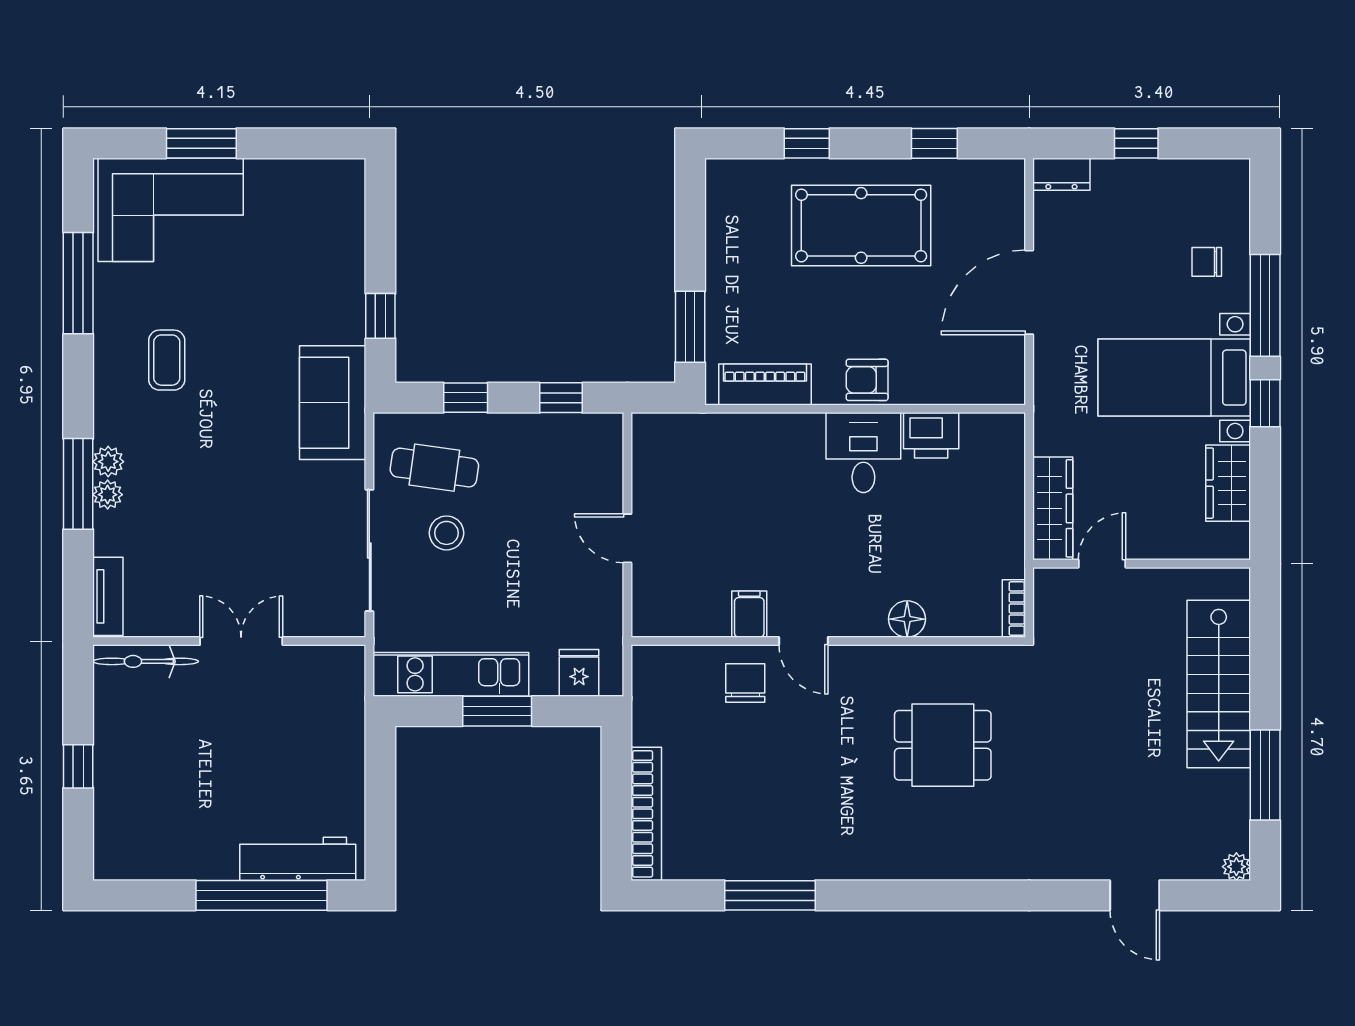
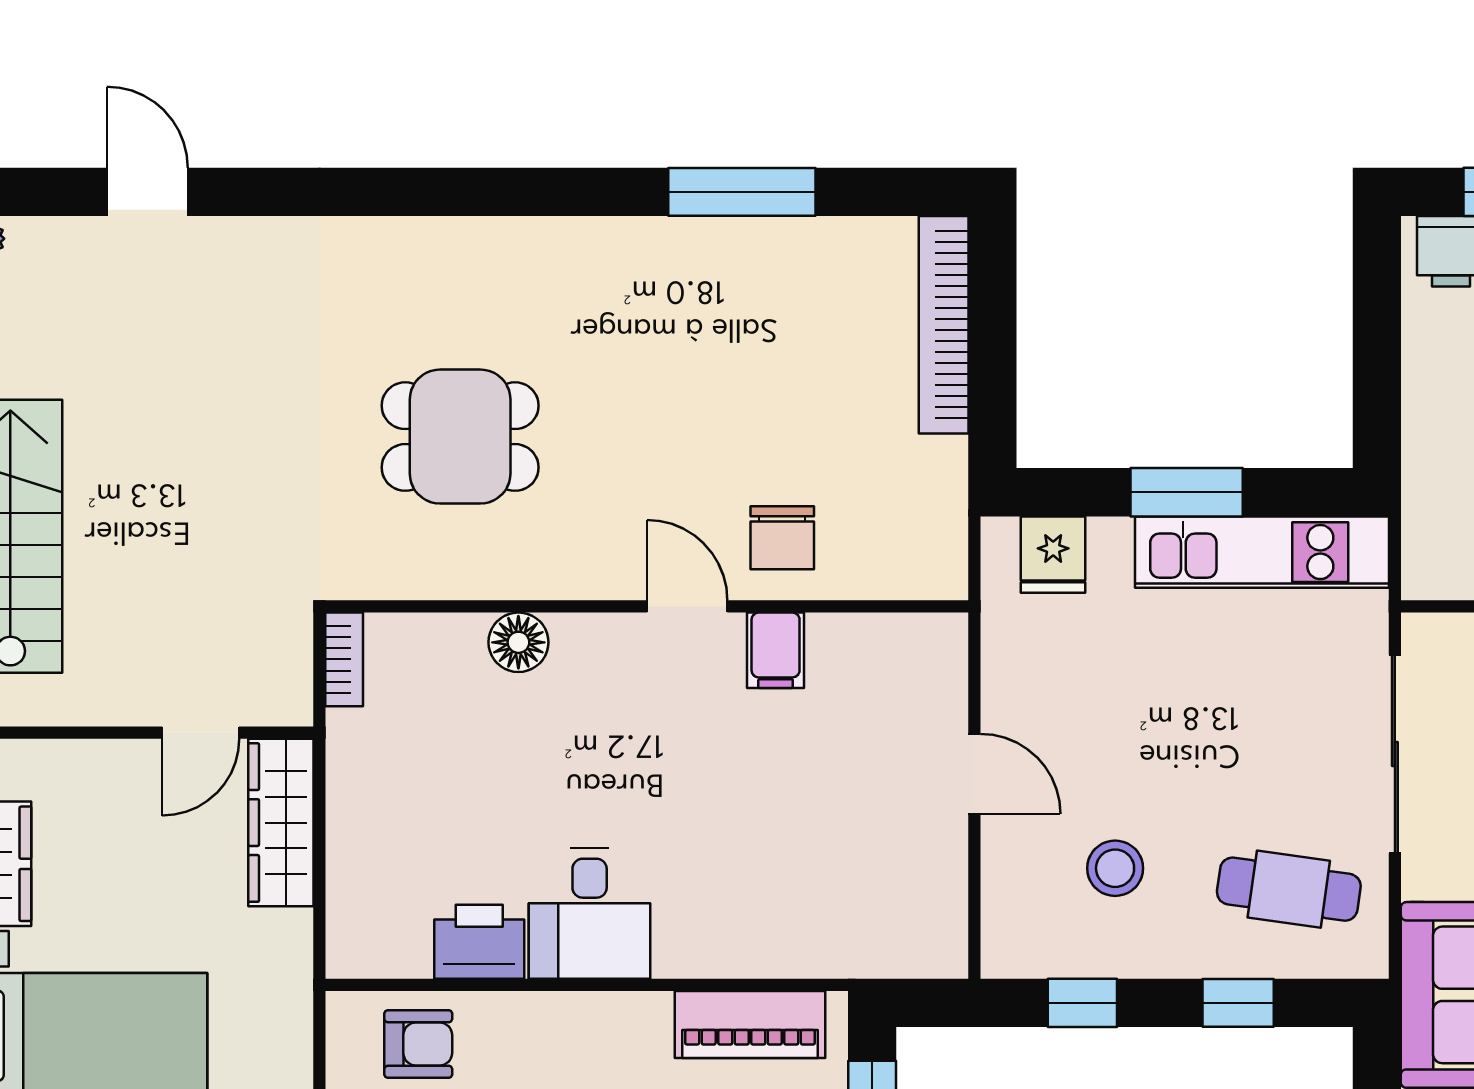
armchair: (867, 380) -> (418, 1044), moved
stool: (447, 533) -> (1115, 868), moved

